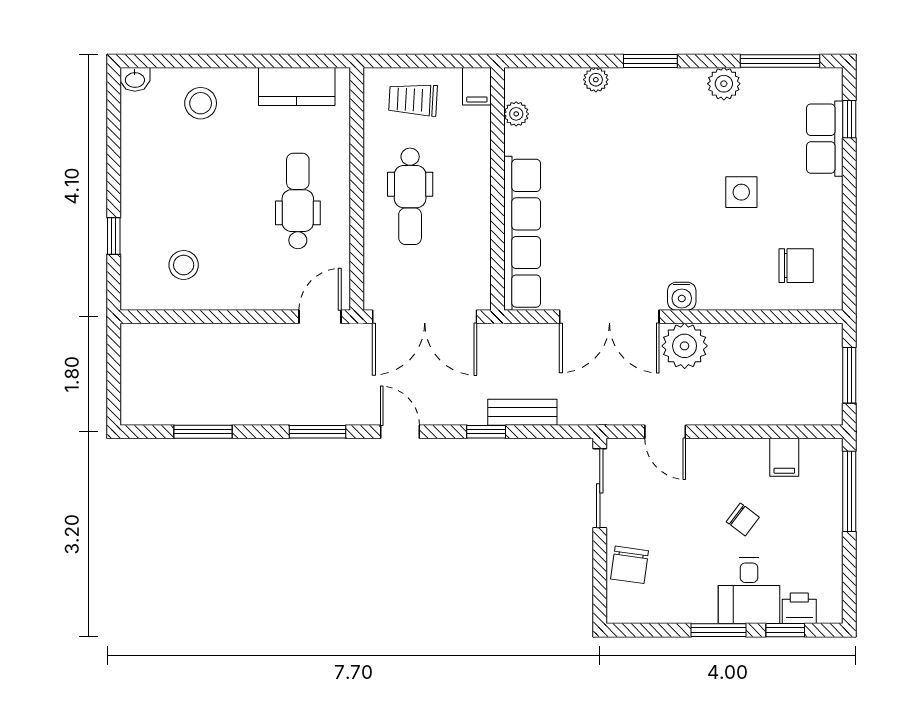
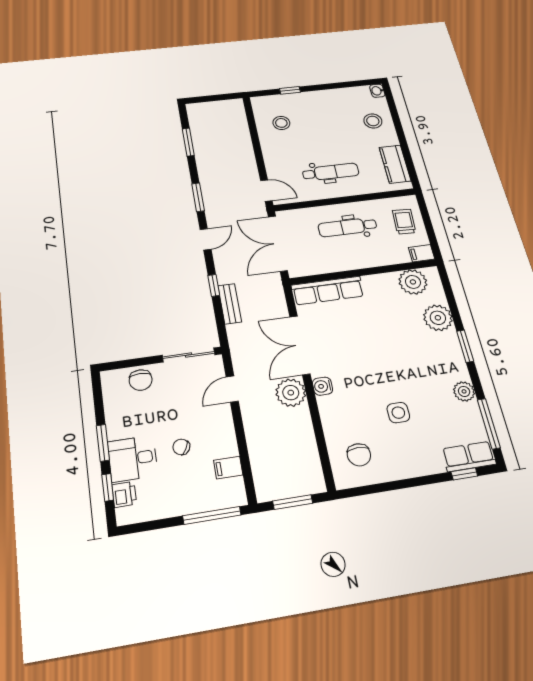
plant: (596, 80) -> (438, 318), width x1.87, depth x1.87
plant: (516, 114) -> (413, 282), width x1.88, depth x1.88
row of seats: (825, 139) -> (469, 456), moved
row of seats: (522, 233) -> (328, 291), width x0.73
chair: (743, 519) -> (181, 447), turned 82
chair: (630, 565) -> (141, 380), turned -98

